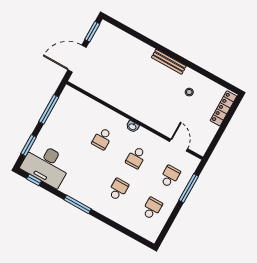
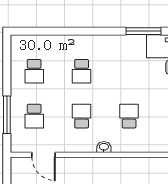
window: (78, 204) -> (144, 31), moved

